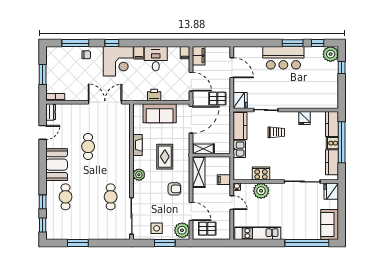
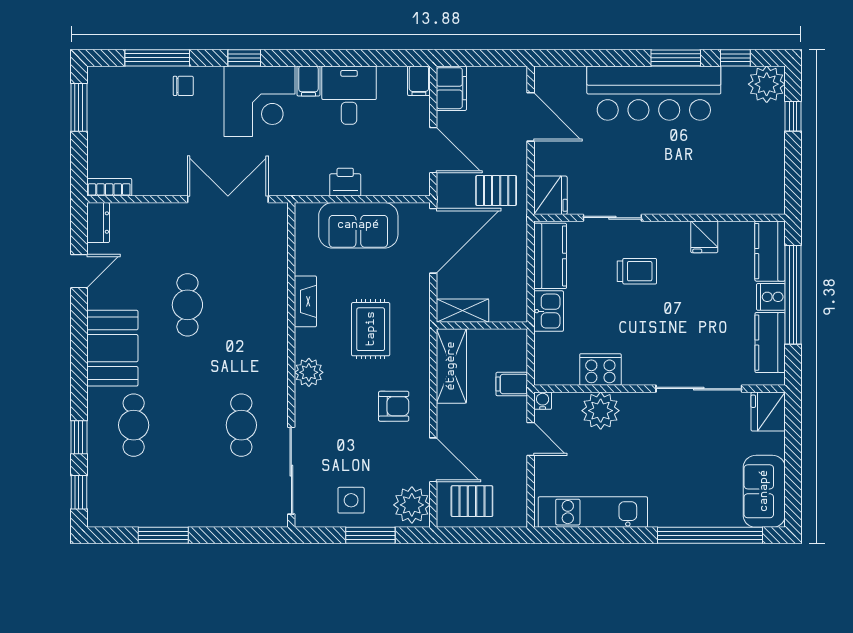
bar counter: (283, 58) -> (654, 93), width x1.36
window: (43, 75) -> (79, 107), moved

